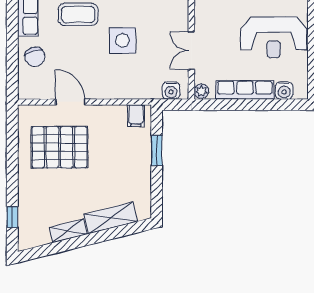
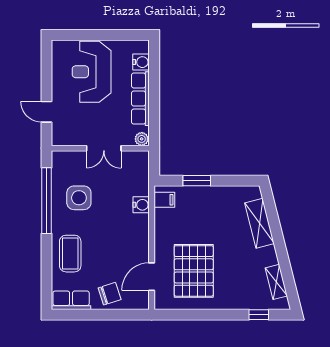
reception desk: (274, 37) -> (92, 72), turned 180
side table: (122, 40) -> (79, 198), moved
water cooler: (171, 91) -> (141, 205), moved
door: (70, 102) -> (152, 277), moved
shelving: (68, 231) -> (276, 282), moved

